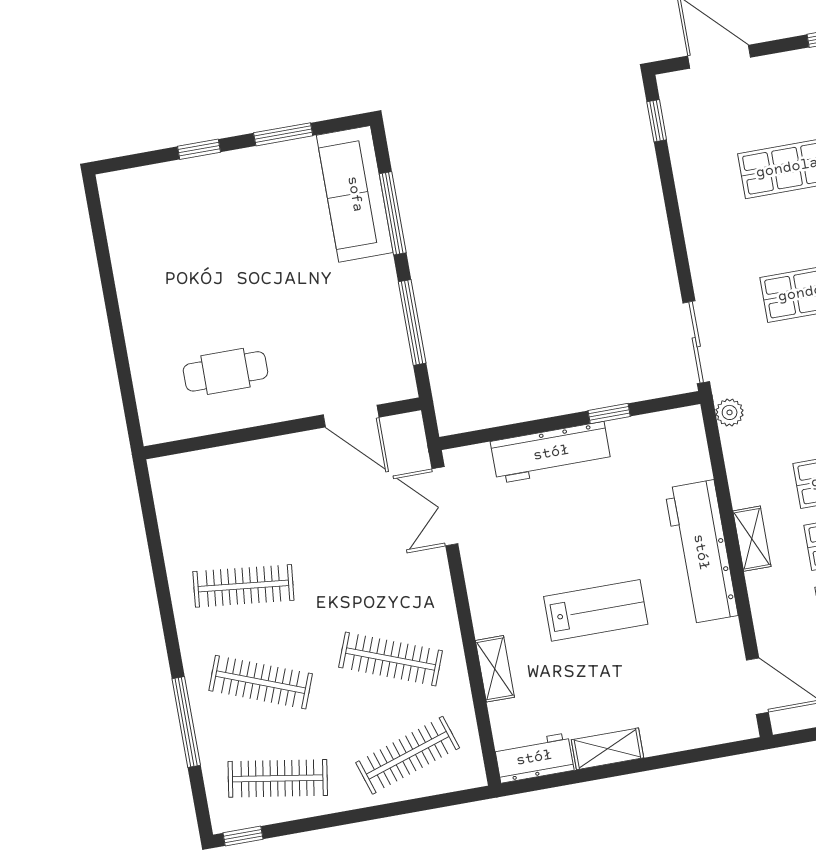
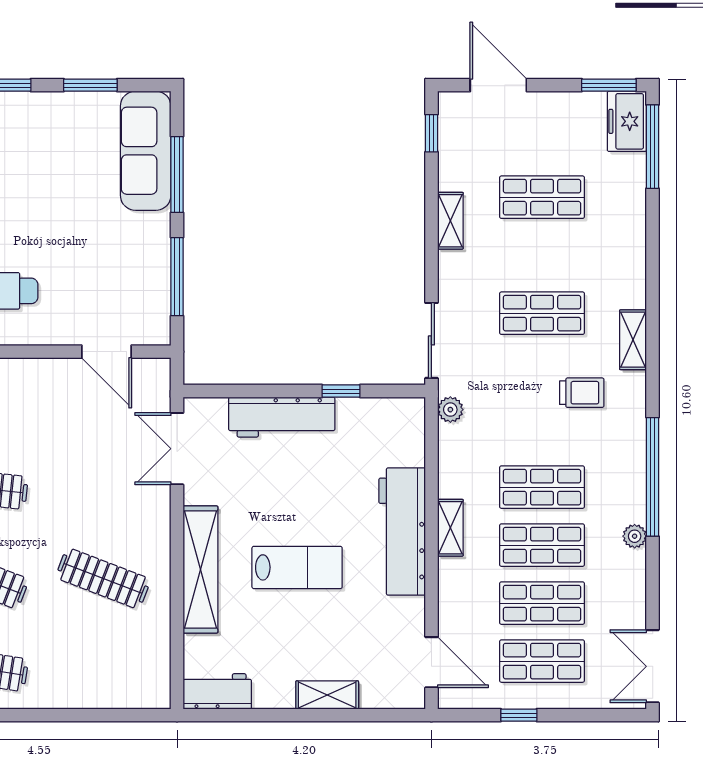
shelving: (694, 211) -> (450, 221), added
shelving: (495, 669) -> (200, 570), width x2.20, depth x1.33
shelving: (607, 749) -> (327, 695), moved
clothes rail: (408, 755) -> (103, 669), removed

